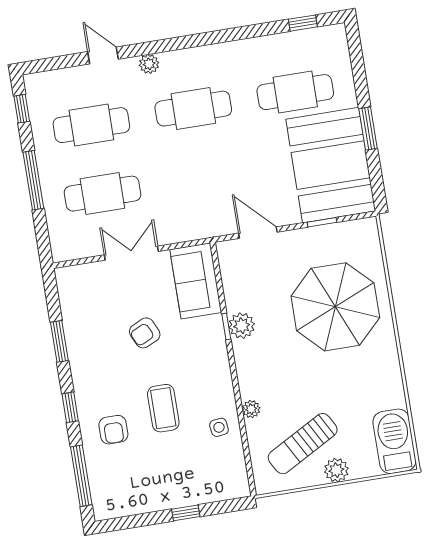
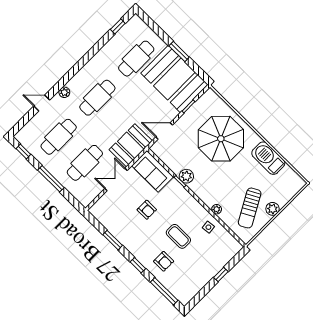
booth: (191, 218) -> (131, 145), added
armchair: (145, 333) -> (147, 210), turned -65
barbecue: (394, 441) -> (268, 158), moved

